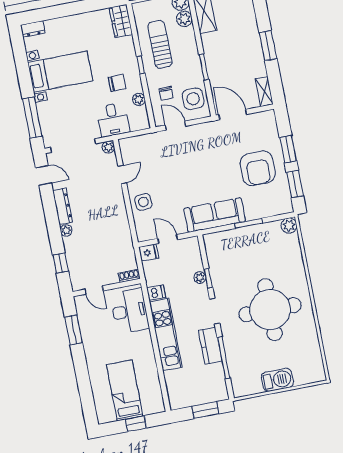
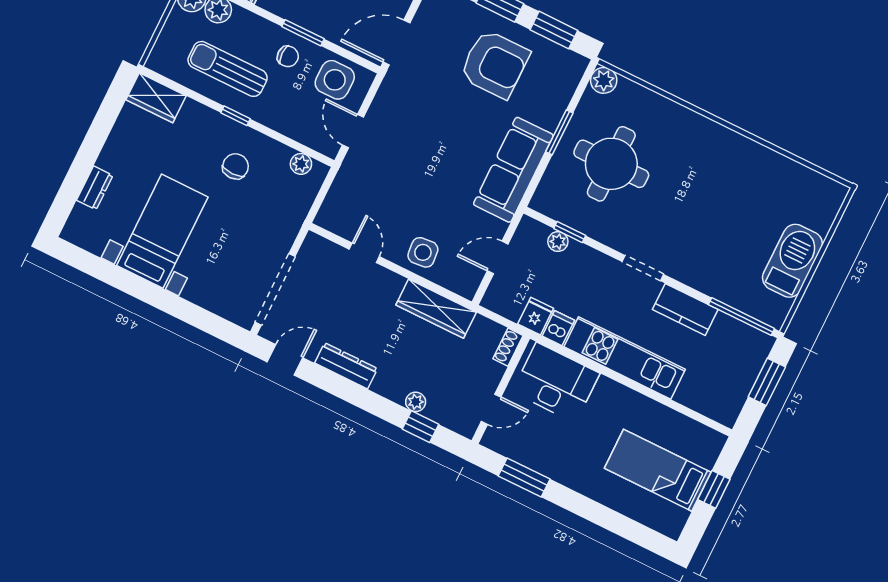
dresser: (33, 29) -> (95, 188), moved
chair: (166, 93) -> (288, 56), moved
plant: (139, 99) -> (301, 164), moved
window: (32, 118) -> (196, 316), removed
desk: (113, 120) -> (281, 209), removed
door: (175, 126) -> (353, 131), hinge flipped
plant: (108, 147) -> (313, 244), removed
wardrobe: (122, 228) -> (436, 309), added
plant: (66, 230) -> (416, 402), moved
fridge: (149, 253) -> (536, 316), moved
plant: (200, 278) -> (558, 242), moved
window: (208, 278) -> (570, 232), moved
round table: (270, 310) -> (611, 164), moved, width x0.73, depth x0.73
window: (224, 358) -> (741, 317), moved
barbecue: (277, 380) -> (792, 261), width x1.37, depth x1.21

